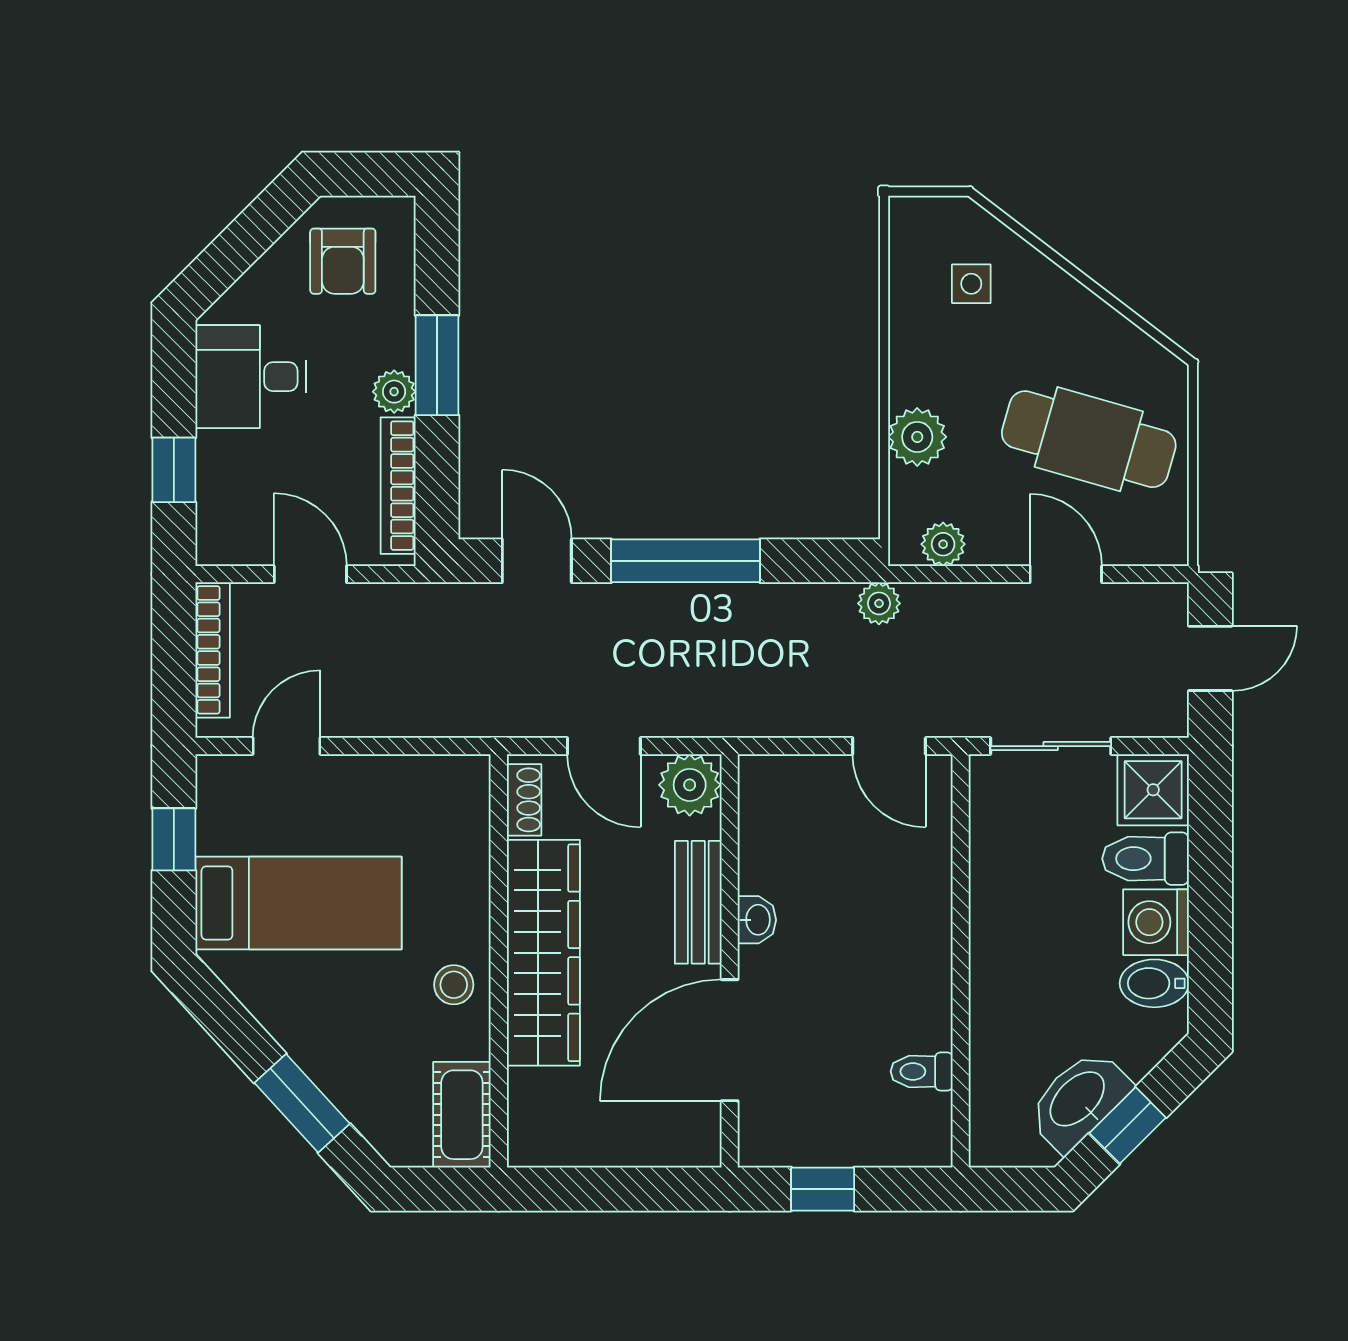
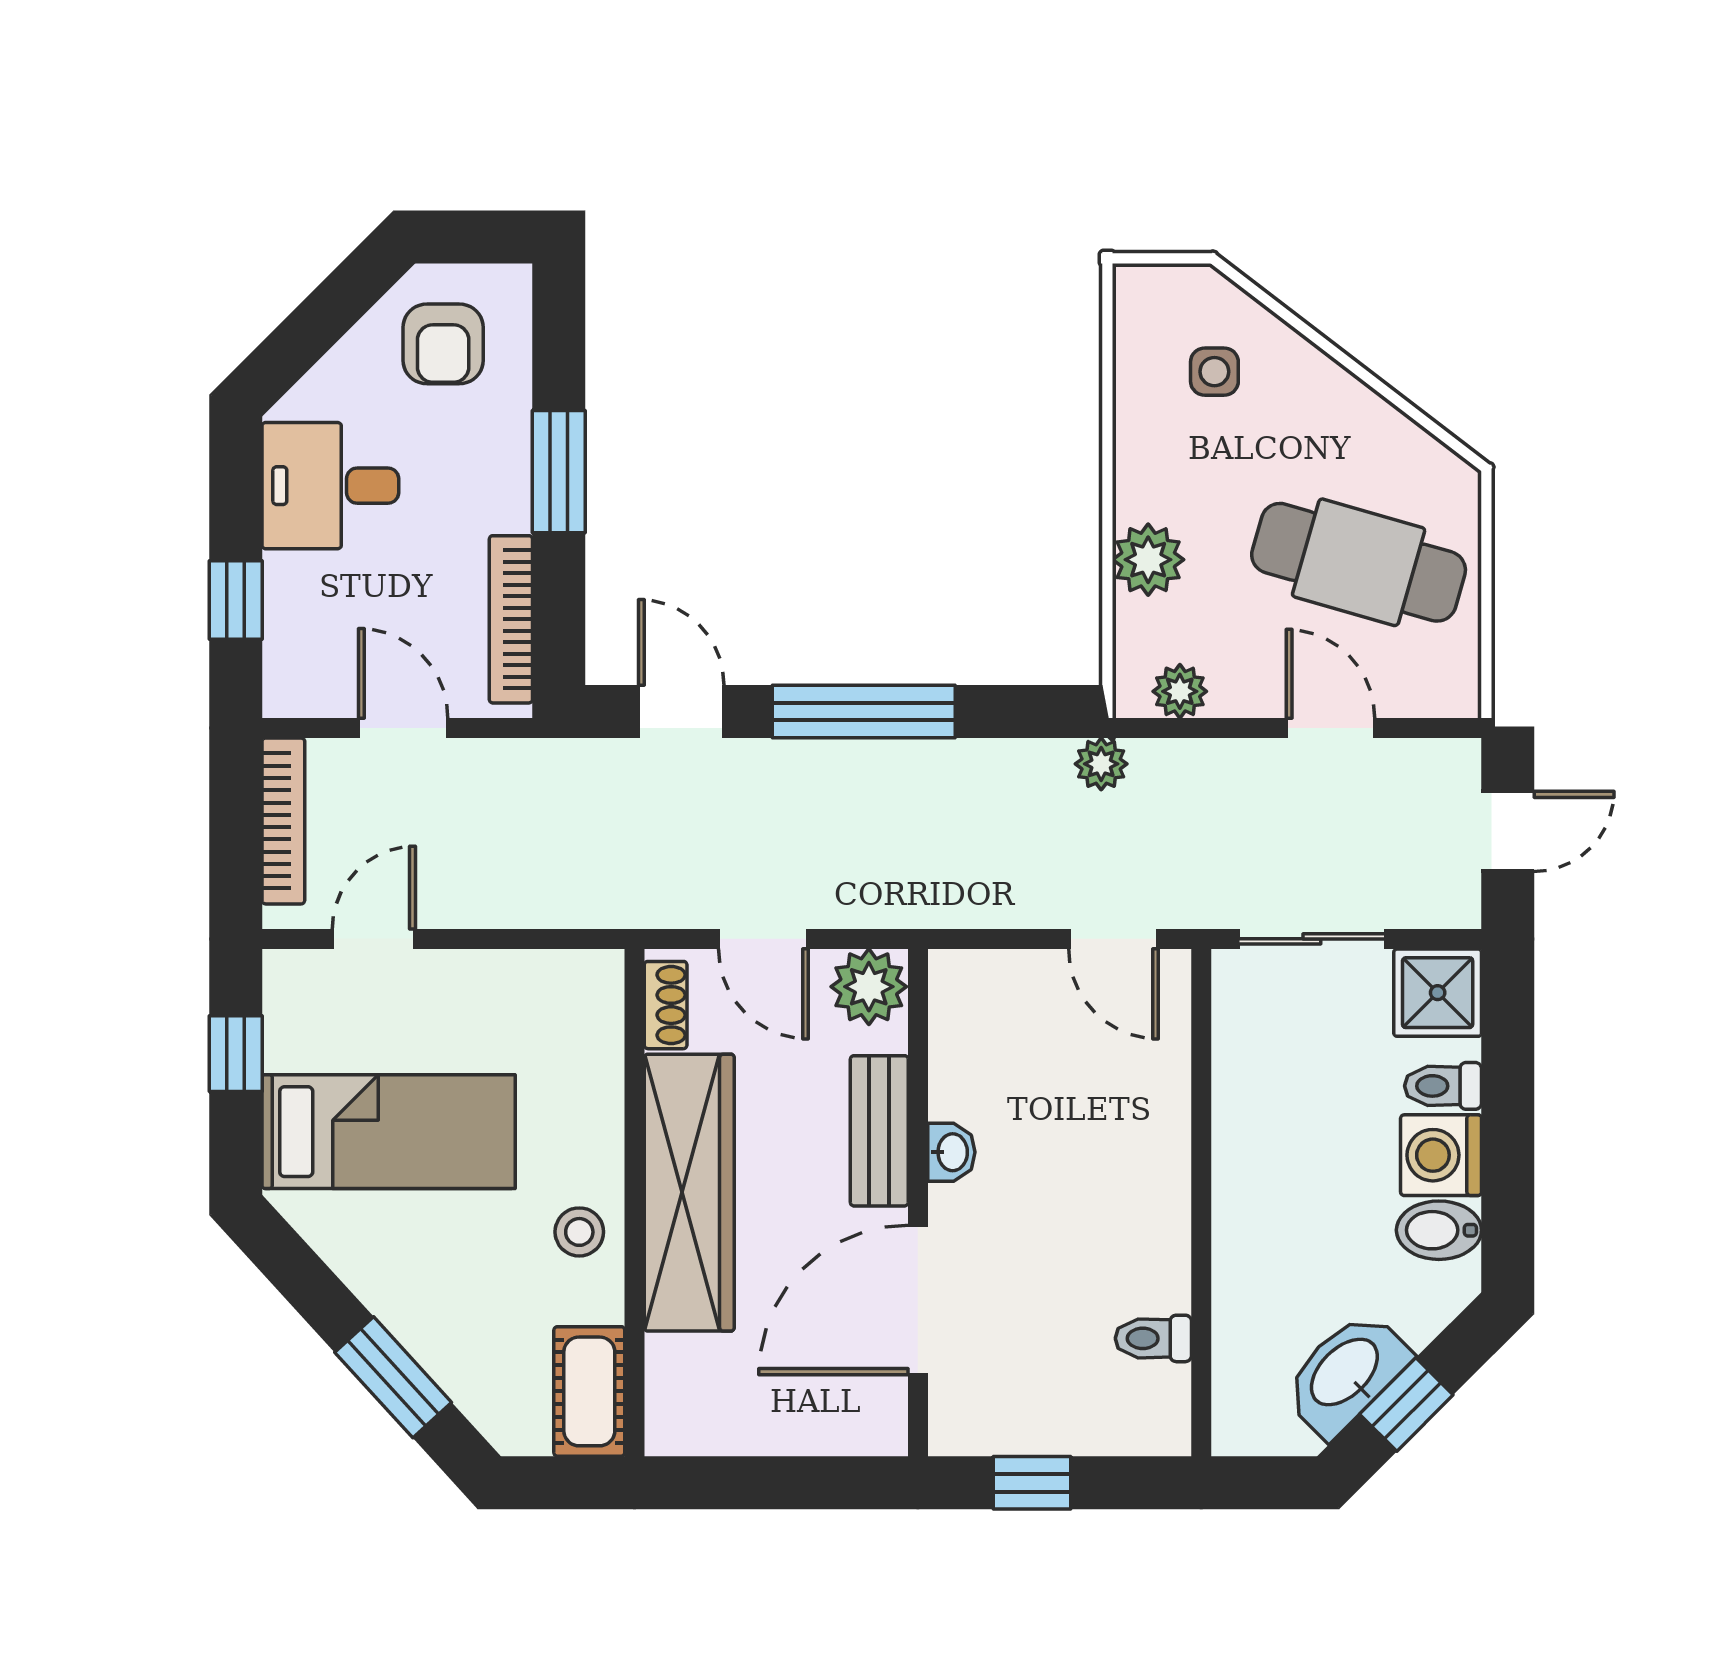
plant: (394, 392) -> (506, 504), removed
toilet: (1146, 859) -> (1443, 1086), width x0.73, depth x0.72

